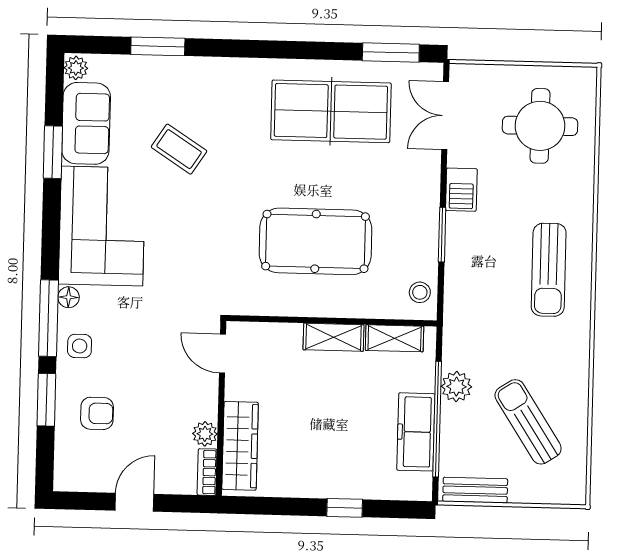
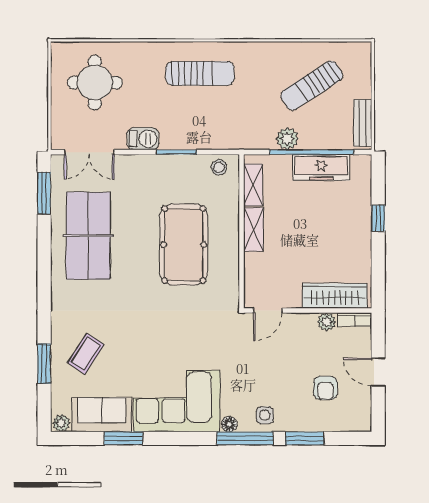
coffee table: (179, 149) -> (86, 354), moved
armchair: (97, 413) -> (325, 388), moved, turned 180

